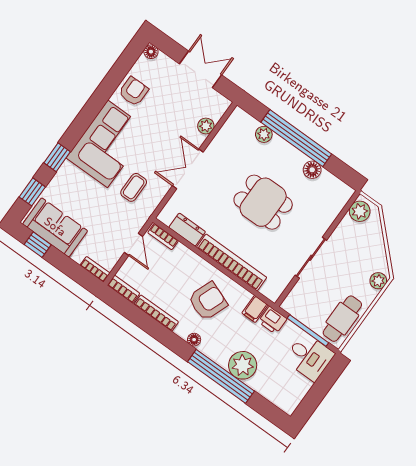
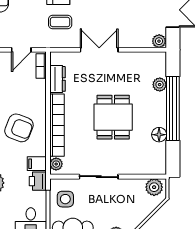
plant: (206, 126) -> (159, 41), moved
plant: (269, 290) -> (56, 164), added
side table: (309, 306) -> (65, 199), added

